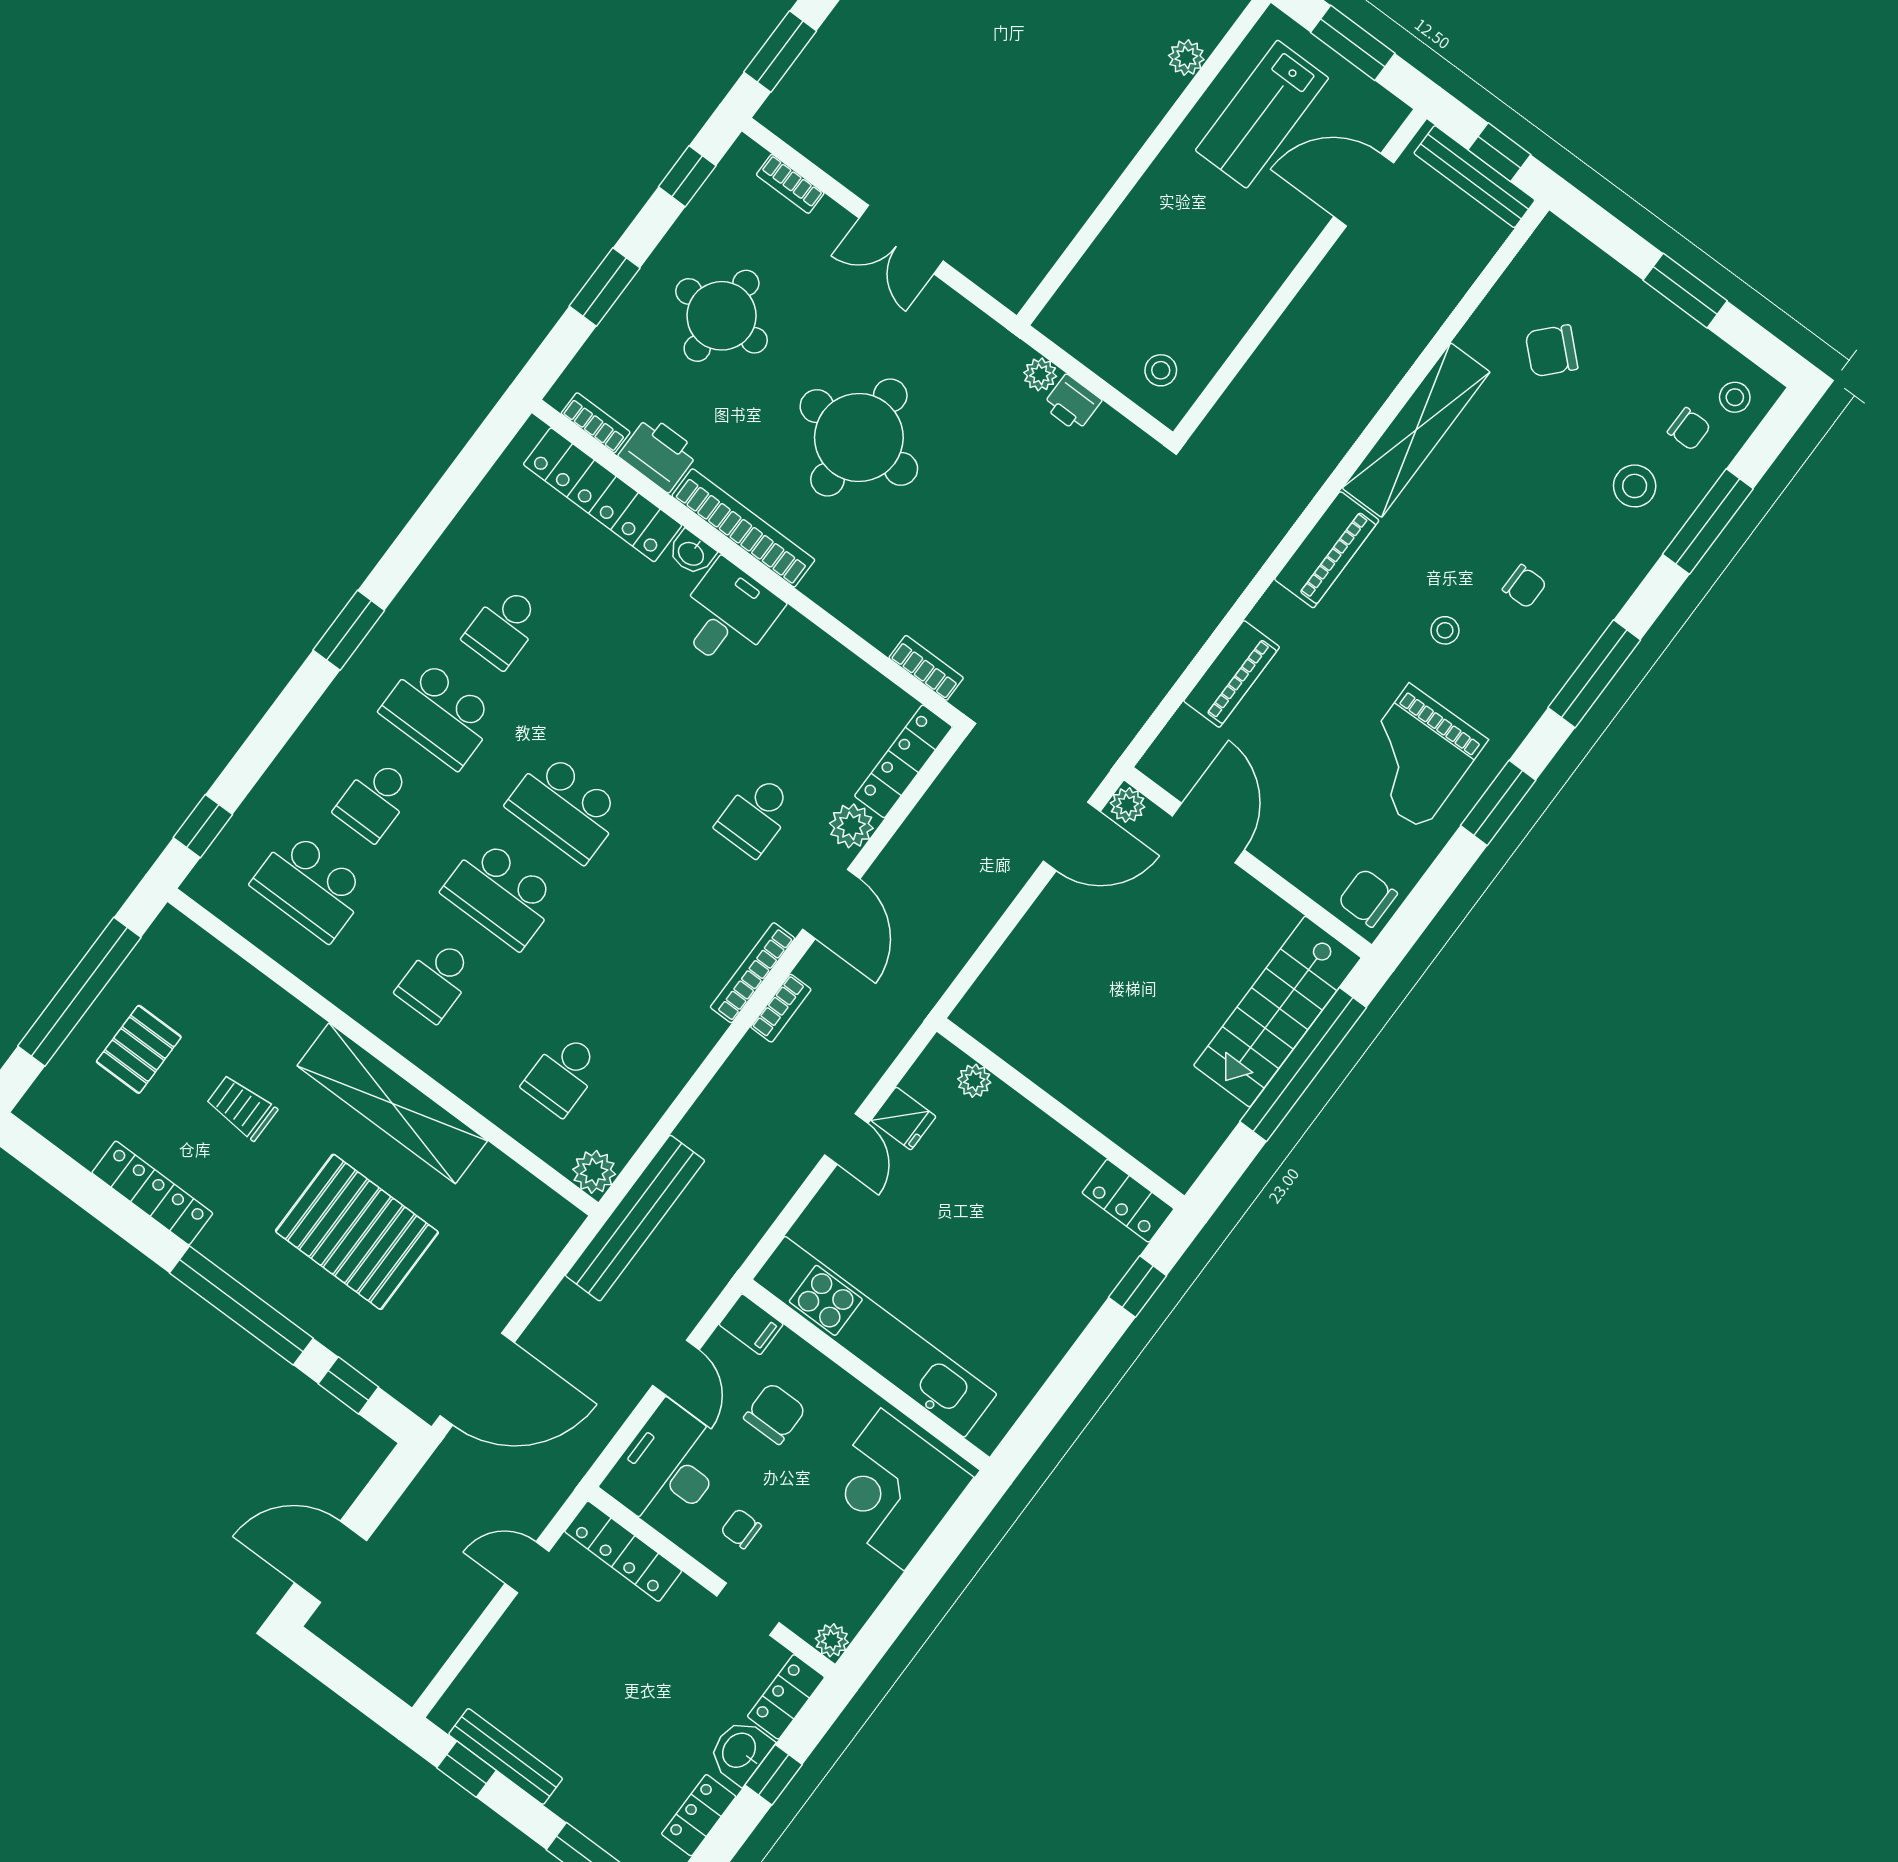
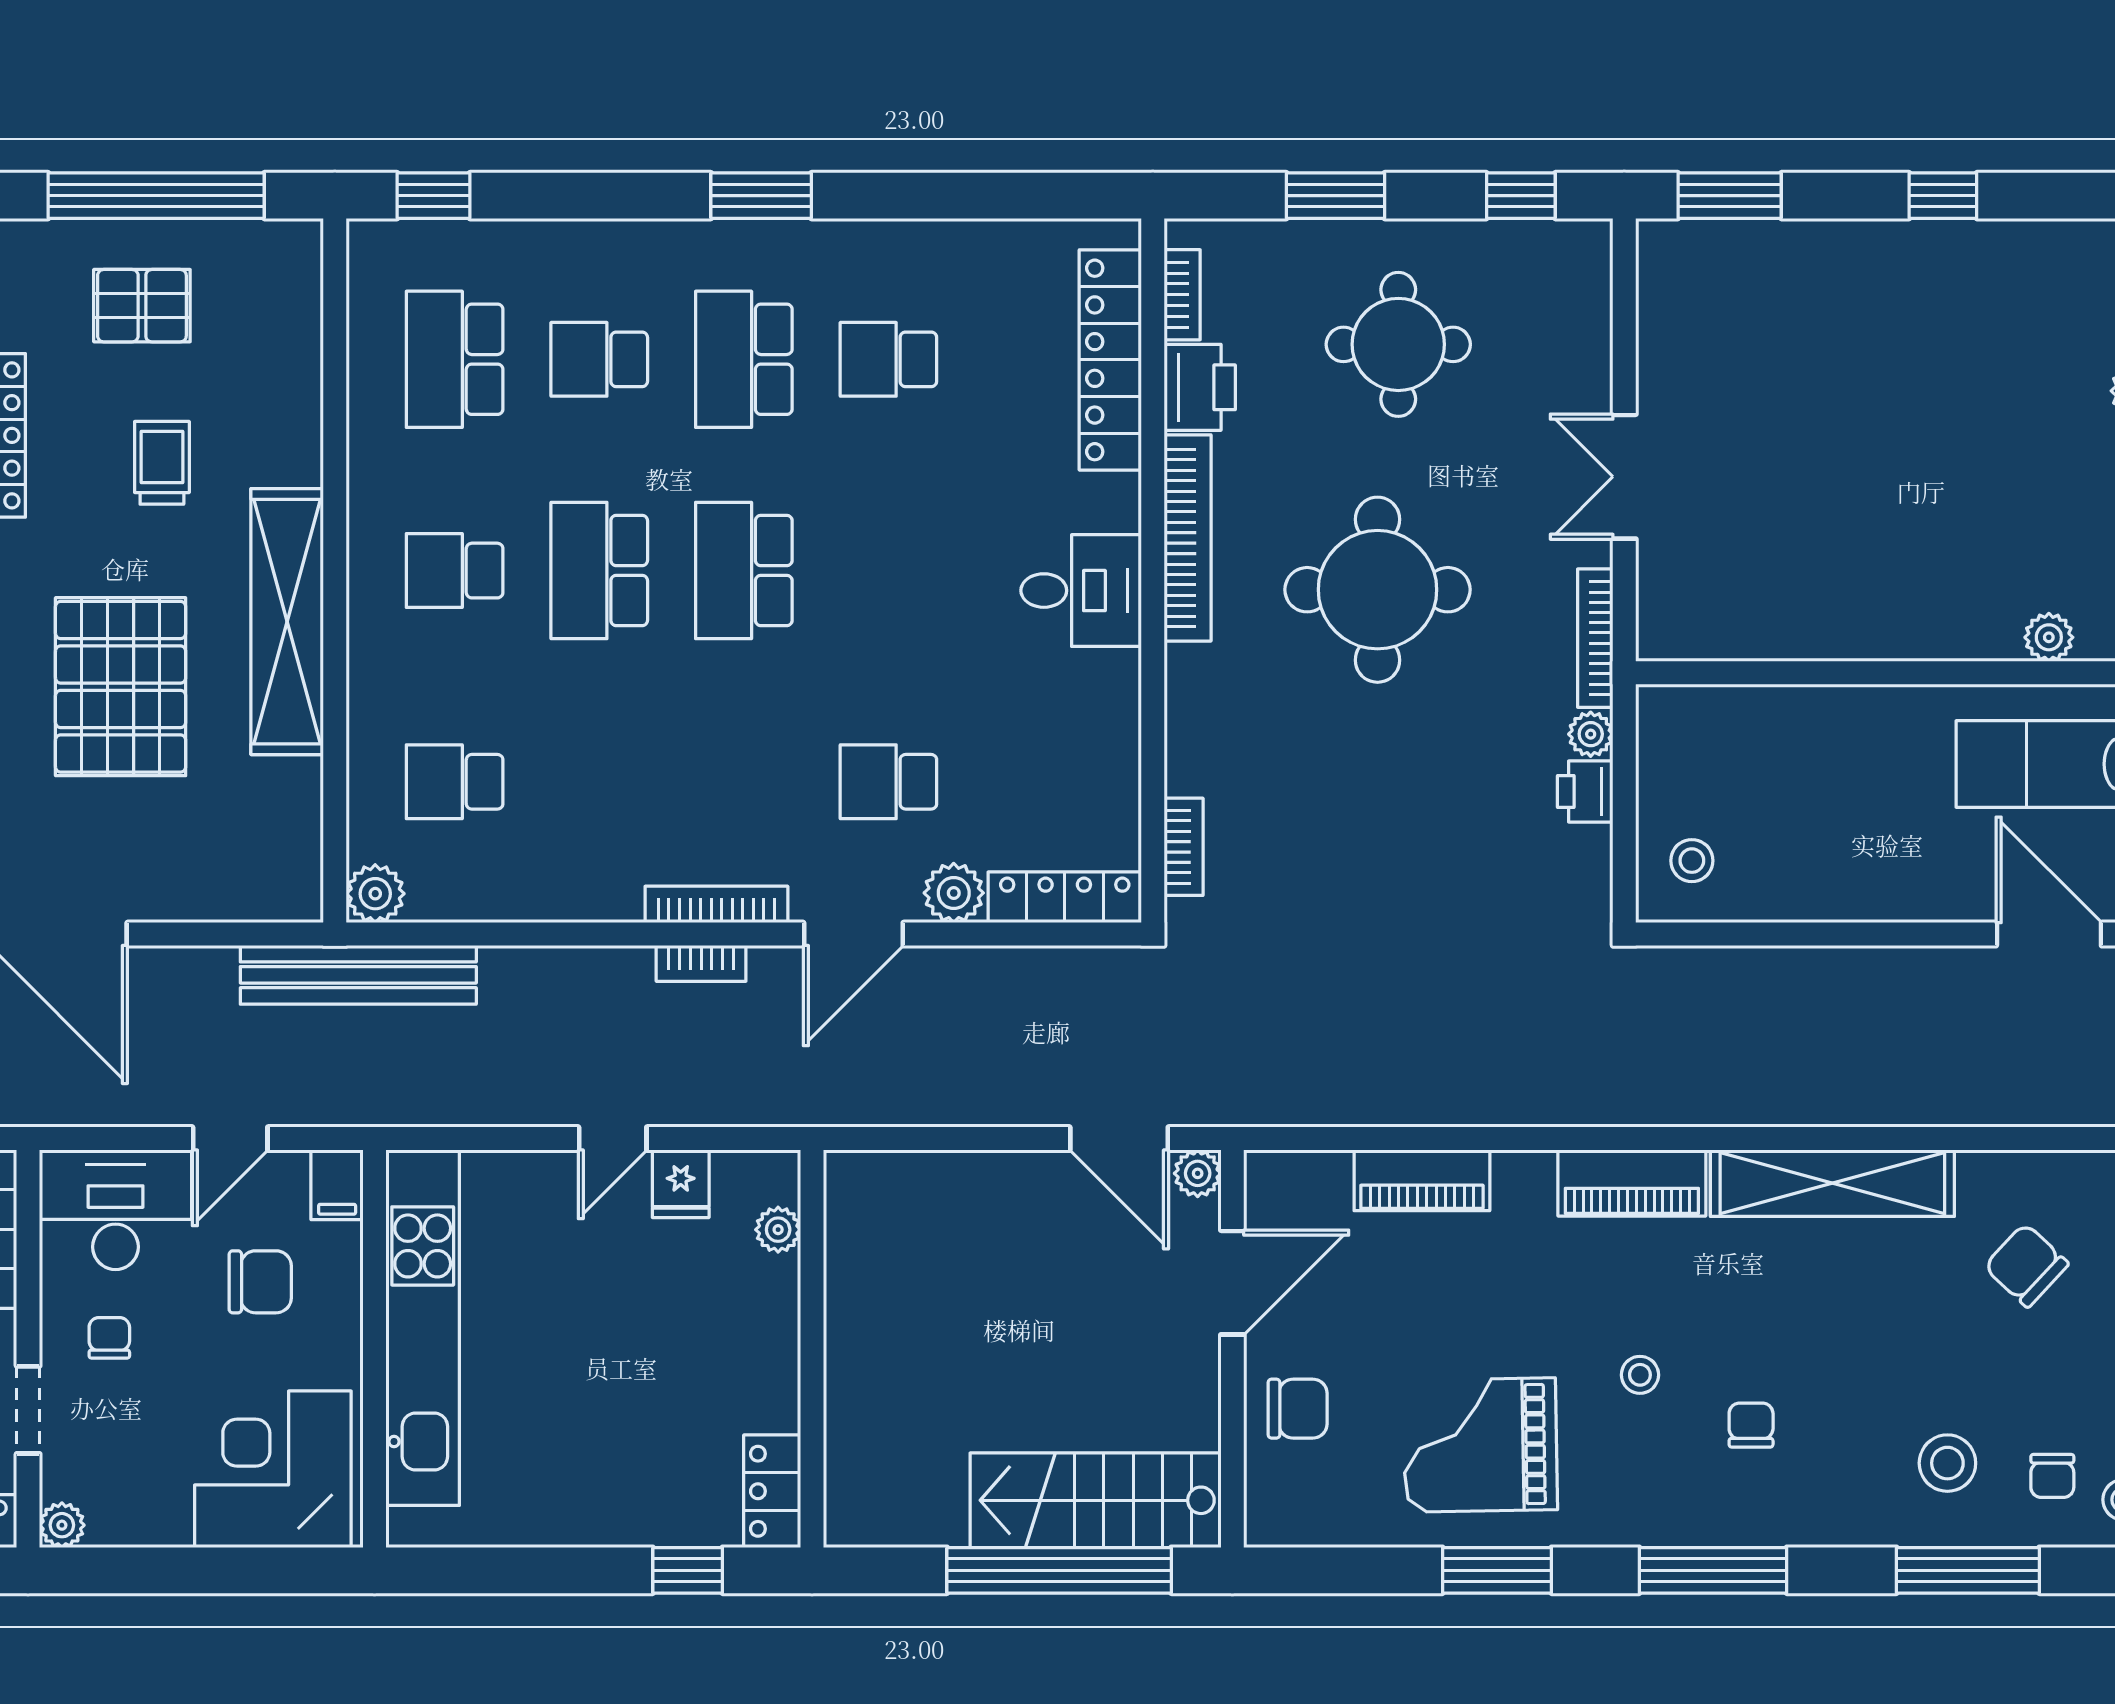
bookcase: (790, 184) -> (1595, 638), moved, width x1.56
washbasin: (692, 553) -> (1119, 502), removed
chair: (1524, 586) -> (1751, 1425), turned 180
chair: (1368, 898) -> (1298, 1409), moved, turned 90

